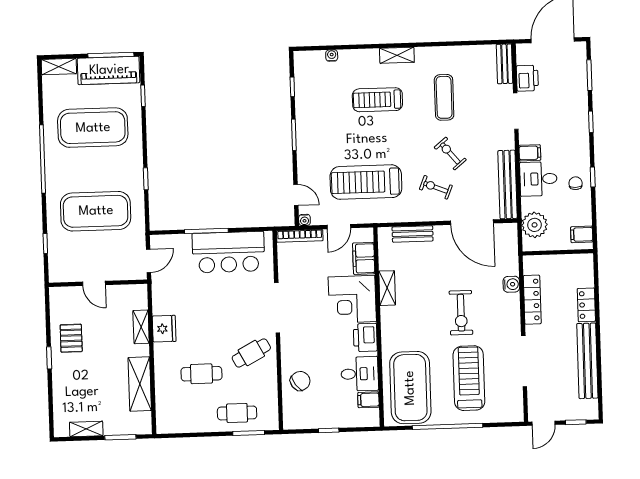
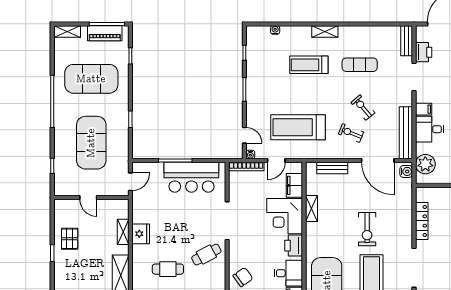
piano: (109, 70) -> (105, 33), width x0.73, depth x0.75
exercise mat: (444, 97) -> (360, 65), turned 90
exercise mat: (96, 211) -> (91, 143), turned 90
water cooler: (511, 284) -> (406, 171), moved

